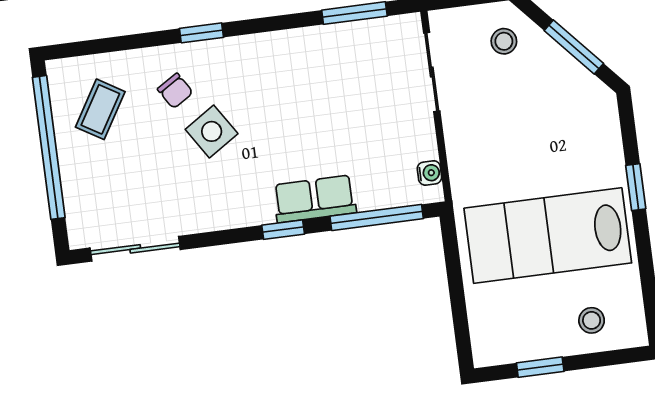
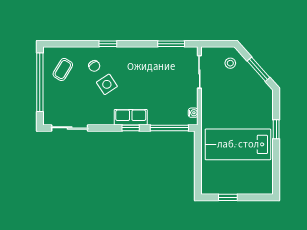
row of seats: (315, 199) -> (131, 117), moved
stool: (592, 320) -> (251, 181), removed

